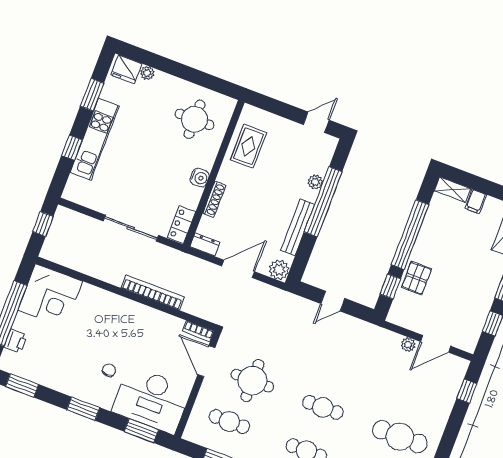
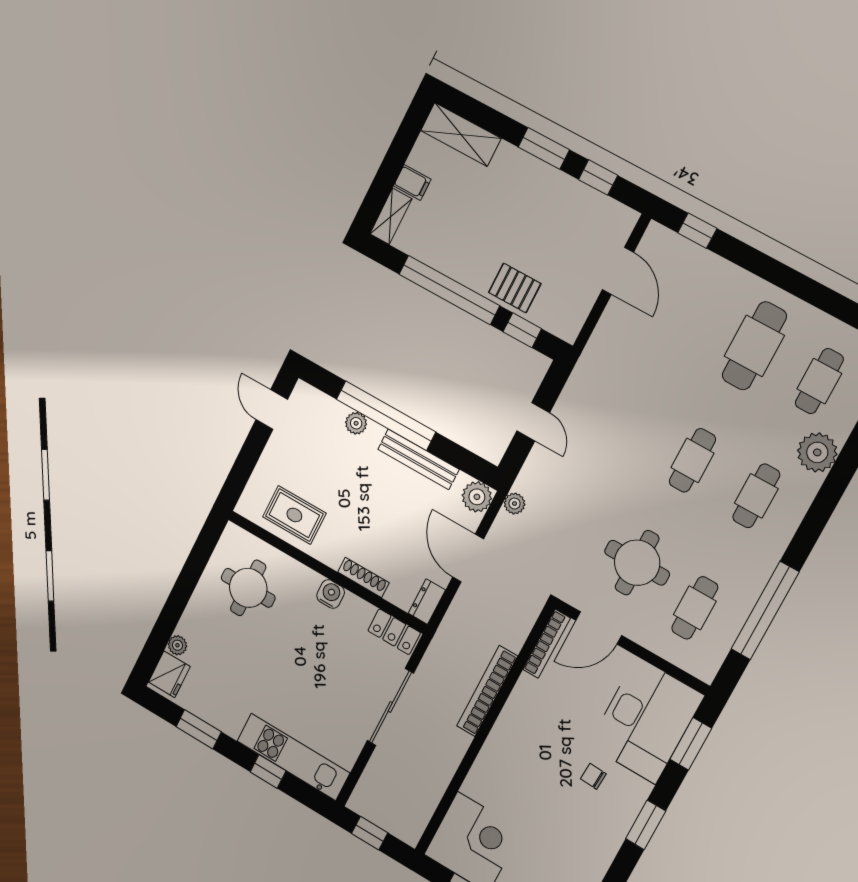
kitchen unit: (95, 139) -> (293, 757), moved
bookcase: (198, 331) -> (547, 644), width x1.56
plant: (408, 345) -> (515, 504), moved

